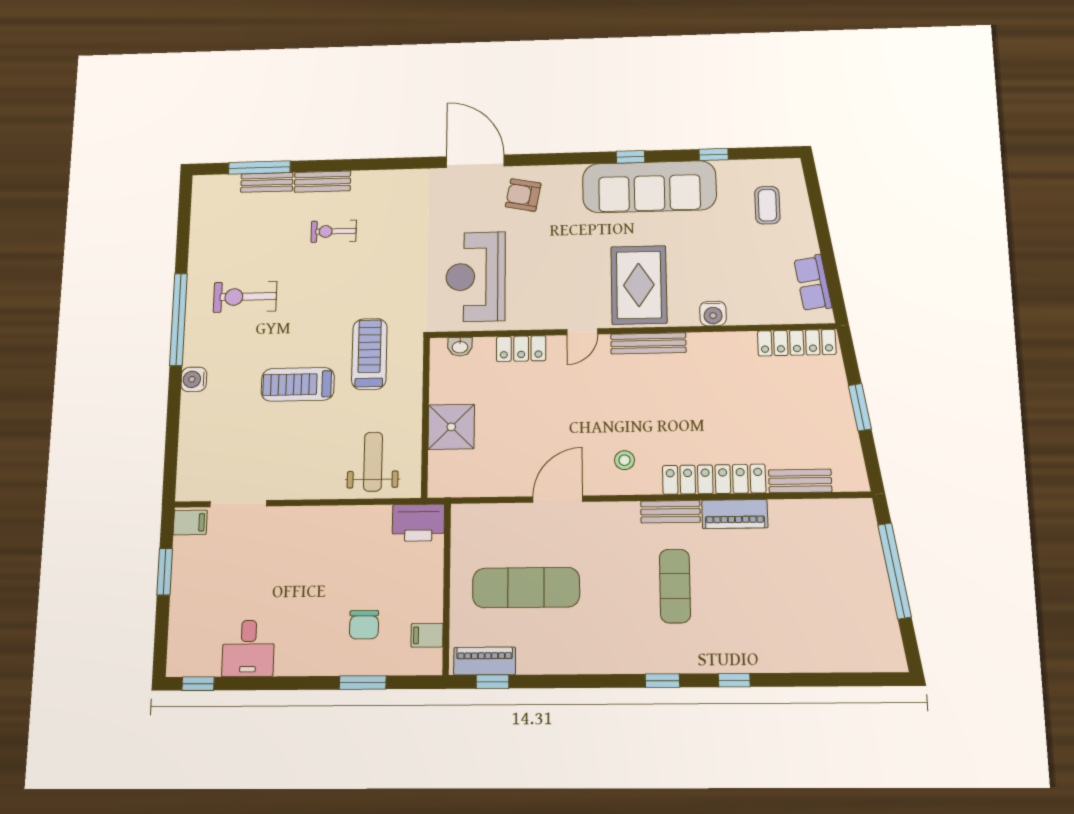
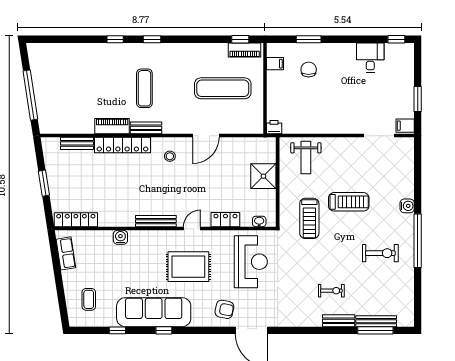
bench: (267, 182) -> (376, 321), width x1.36
rug: (639, 285) -> (188, 267), moved, turned 90
printer: (418, 523) -> (274, 127), width x0.53, depth x0.68

